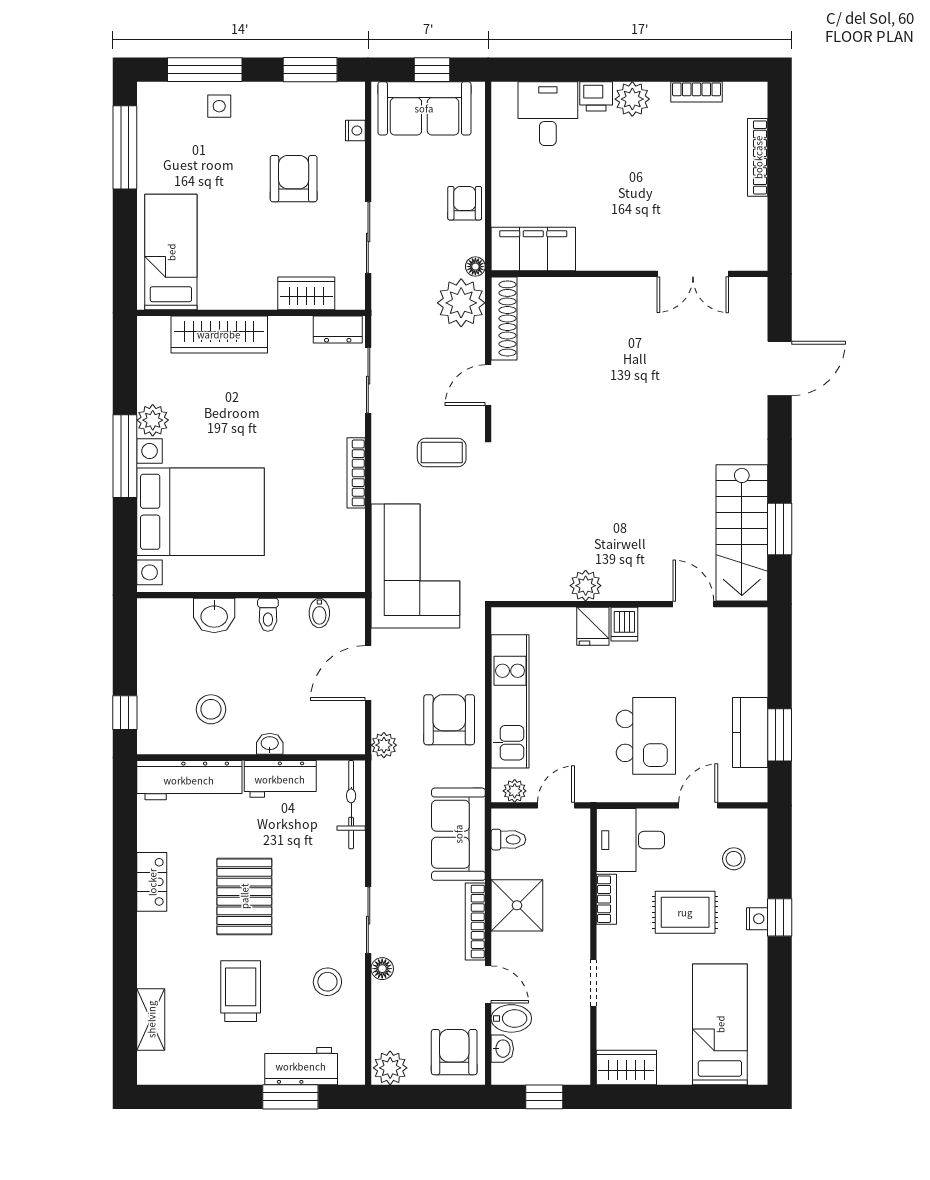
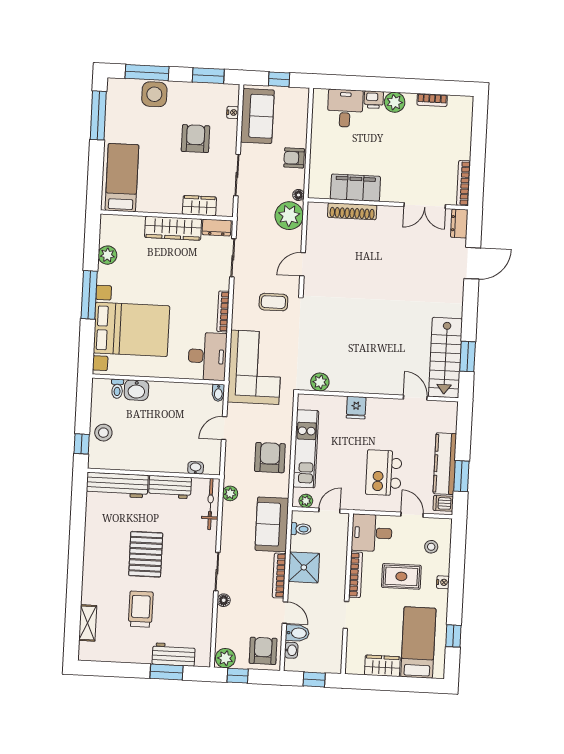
side table: (219, 106) -> (154, 94), width x1.87, depth x1.87
sofa: (424, 108) -> (257, 116), moved, turned -90
bookcase: (758, 157) -> (463, 183), moved
armchair: (465, 203) -> (294, 158), turned -90
filing cabinet: (533, 249) -> (355, 188), moved
dresser: (754, 301) -> (459, 223), added
shoe rack: (504, 318) -> (352, 211), moved, turned 90
wardrobe: (219, 334) -> (173, 228), moved
plant: (153, 420) -> (107, 255), moved
desk: (333, 551) -> (207, 356), added
plant: (586, 586) -> (320, 382), moved
bidet: (319, 613) -> (218, 393), moved
toilet: (268, 615) -> (117, 389), moved
dishwasher: (624, 624) -> (443, 503), moved, turned 90
door: (368, 673) -> (224, 428), width x0.73
stool: (211, 709) -> (103, 433), moved
kitchen counter: (750, 733) -> (445, 464), width x1.50
kitchen island: (646, 736) -> (384, 473), turned 180
washbasin: (270, 744) -> (196, 468), moved
plant: (384, 745) -> (230, 493), moved
door: (698, 805) -> (412, 515), hinge flipped
locker: (152, 882) -> (92, 543), removed
bookcase: (606, 899) -> (356, 575), width x1.56
window: (780, 917) -> (453, 636), moved
stool: (327, 982) -> (191, 606), removed
wardrobe: (626, 1067) -> (382, 666), moved
window: (413, 1097) -> (238, 676), added

